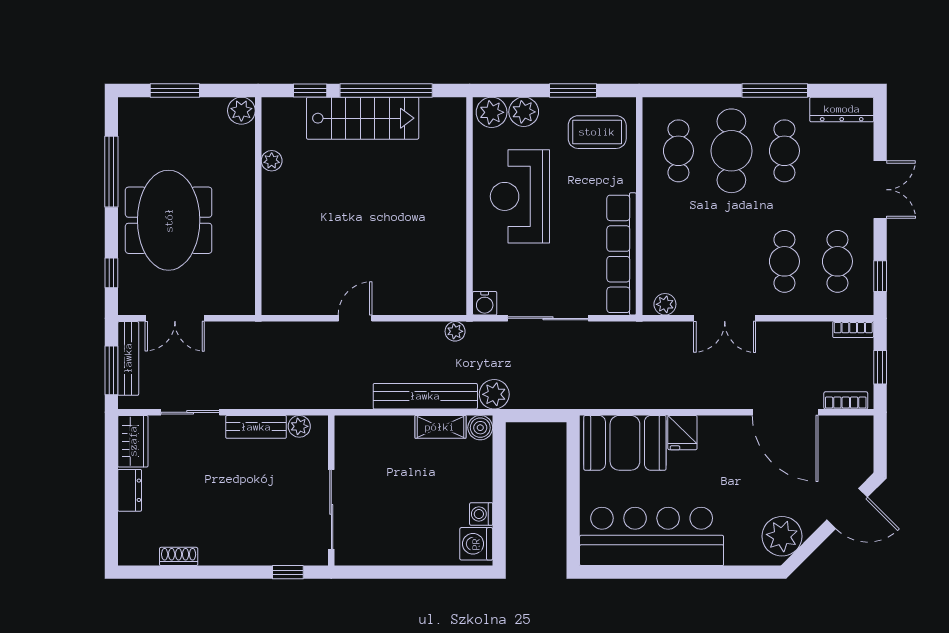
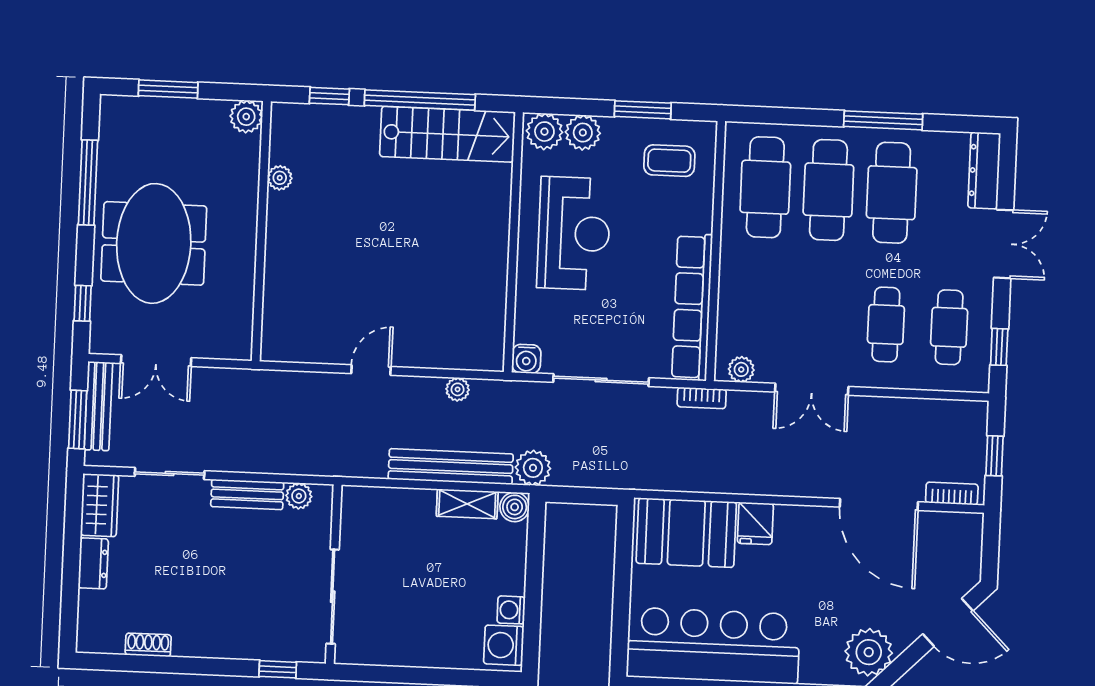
dresser: (842, 109) -> (984, 170), moved, turned 90
stairs: (363, 118) -> (447, 134), moved
coffee table: (597, 132) -> (669, 161), width x0.73, depth x0.77
cafe table: (678, 151) -> (765, 187), width x1.37, depth x1.35
cafe table: (784, 151) -> (892, 193), width x1.37, depth x1.35
reception desk: (520, 196) -> (574, 233), turned 180
bookcase: (853, 330) -> (702, 398), moved
plant: (455, 331) -> (458, 389), moved

